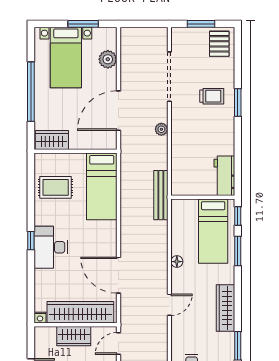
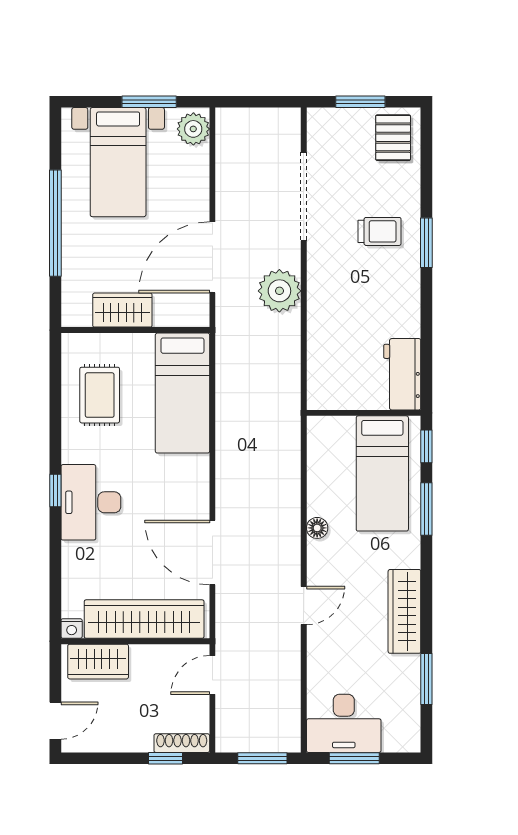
plant: (108, 59) -> (193, 129), moved
plant: (161, 129) -> (279, 291), width x1.88, depth x1.88
wardrobe: (52, 140) -> (122, 310), moved
rug: (56, 187) -> (100, 395), turned 90
bench: (161, 195) -> (288, 409), removed
wardrobe: (74, 336) -> (98, 662), moved

